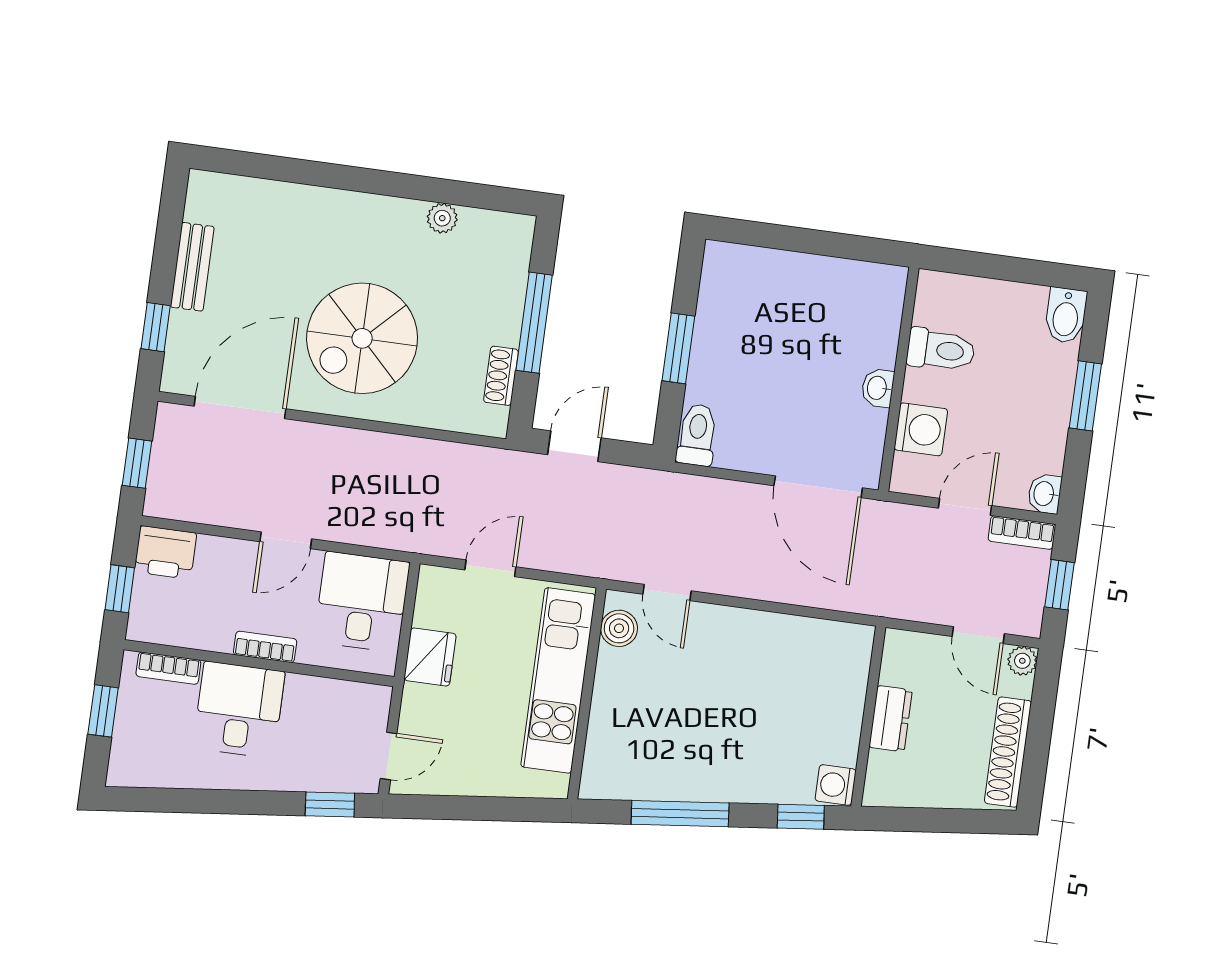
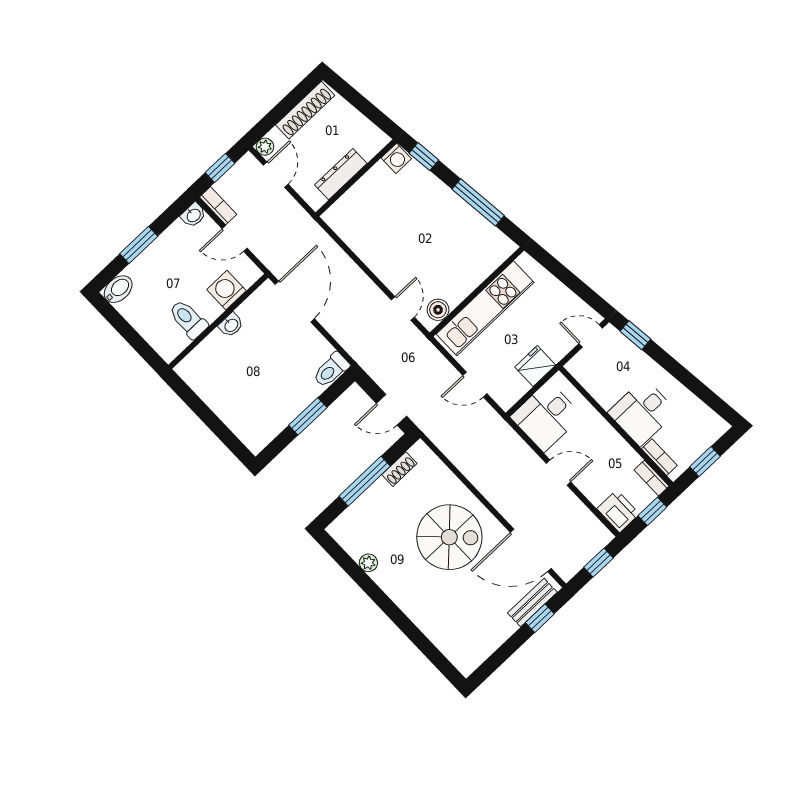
bench: (192, 267) -> (532, 603), moved
bookcase: (265, 647) -> (651, 478), moved
dresser: (891, 719) -> (341, 174), width x1.44

